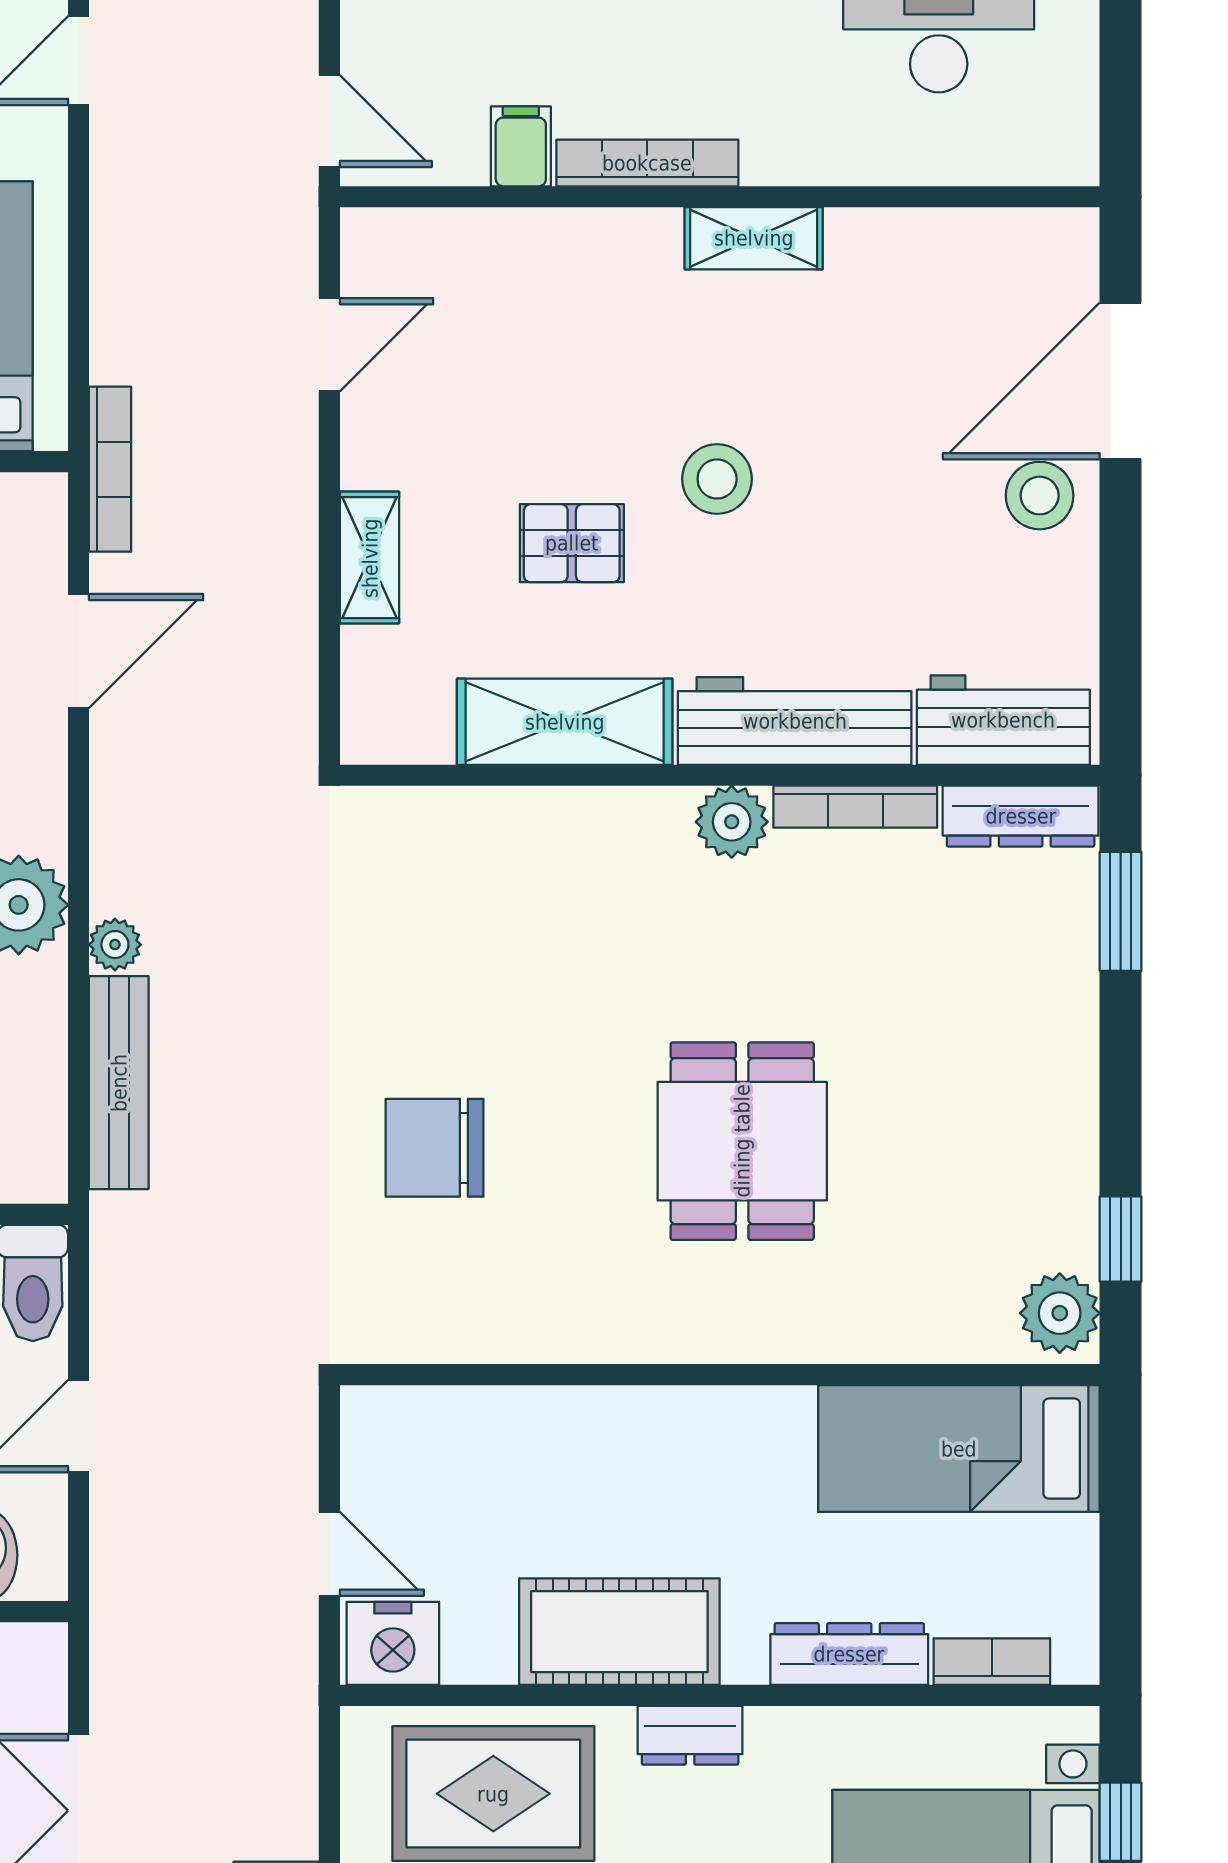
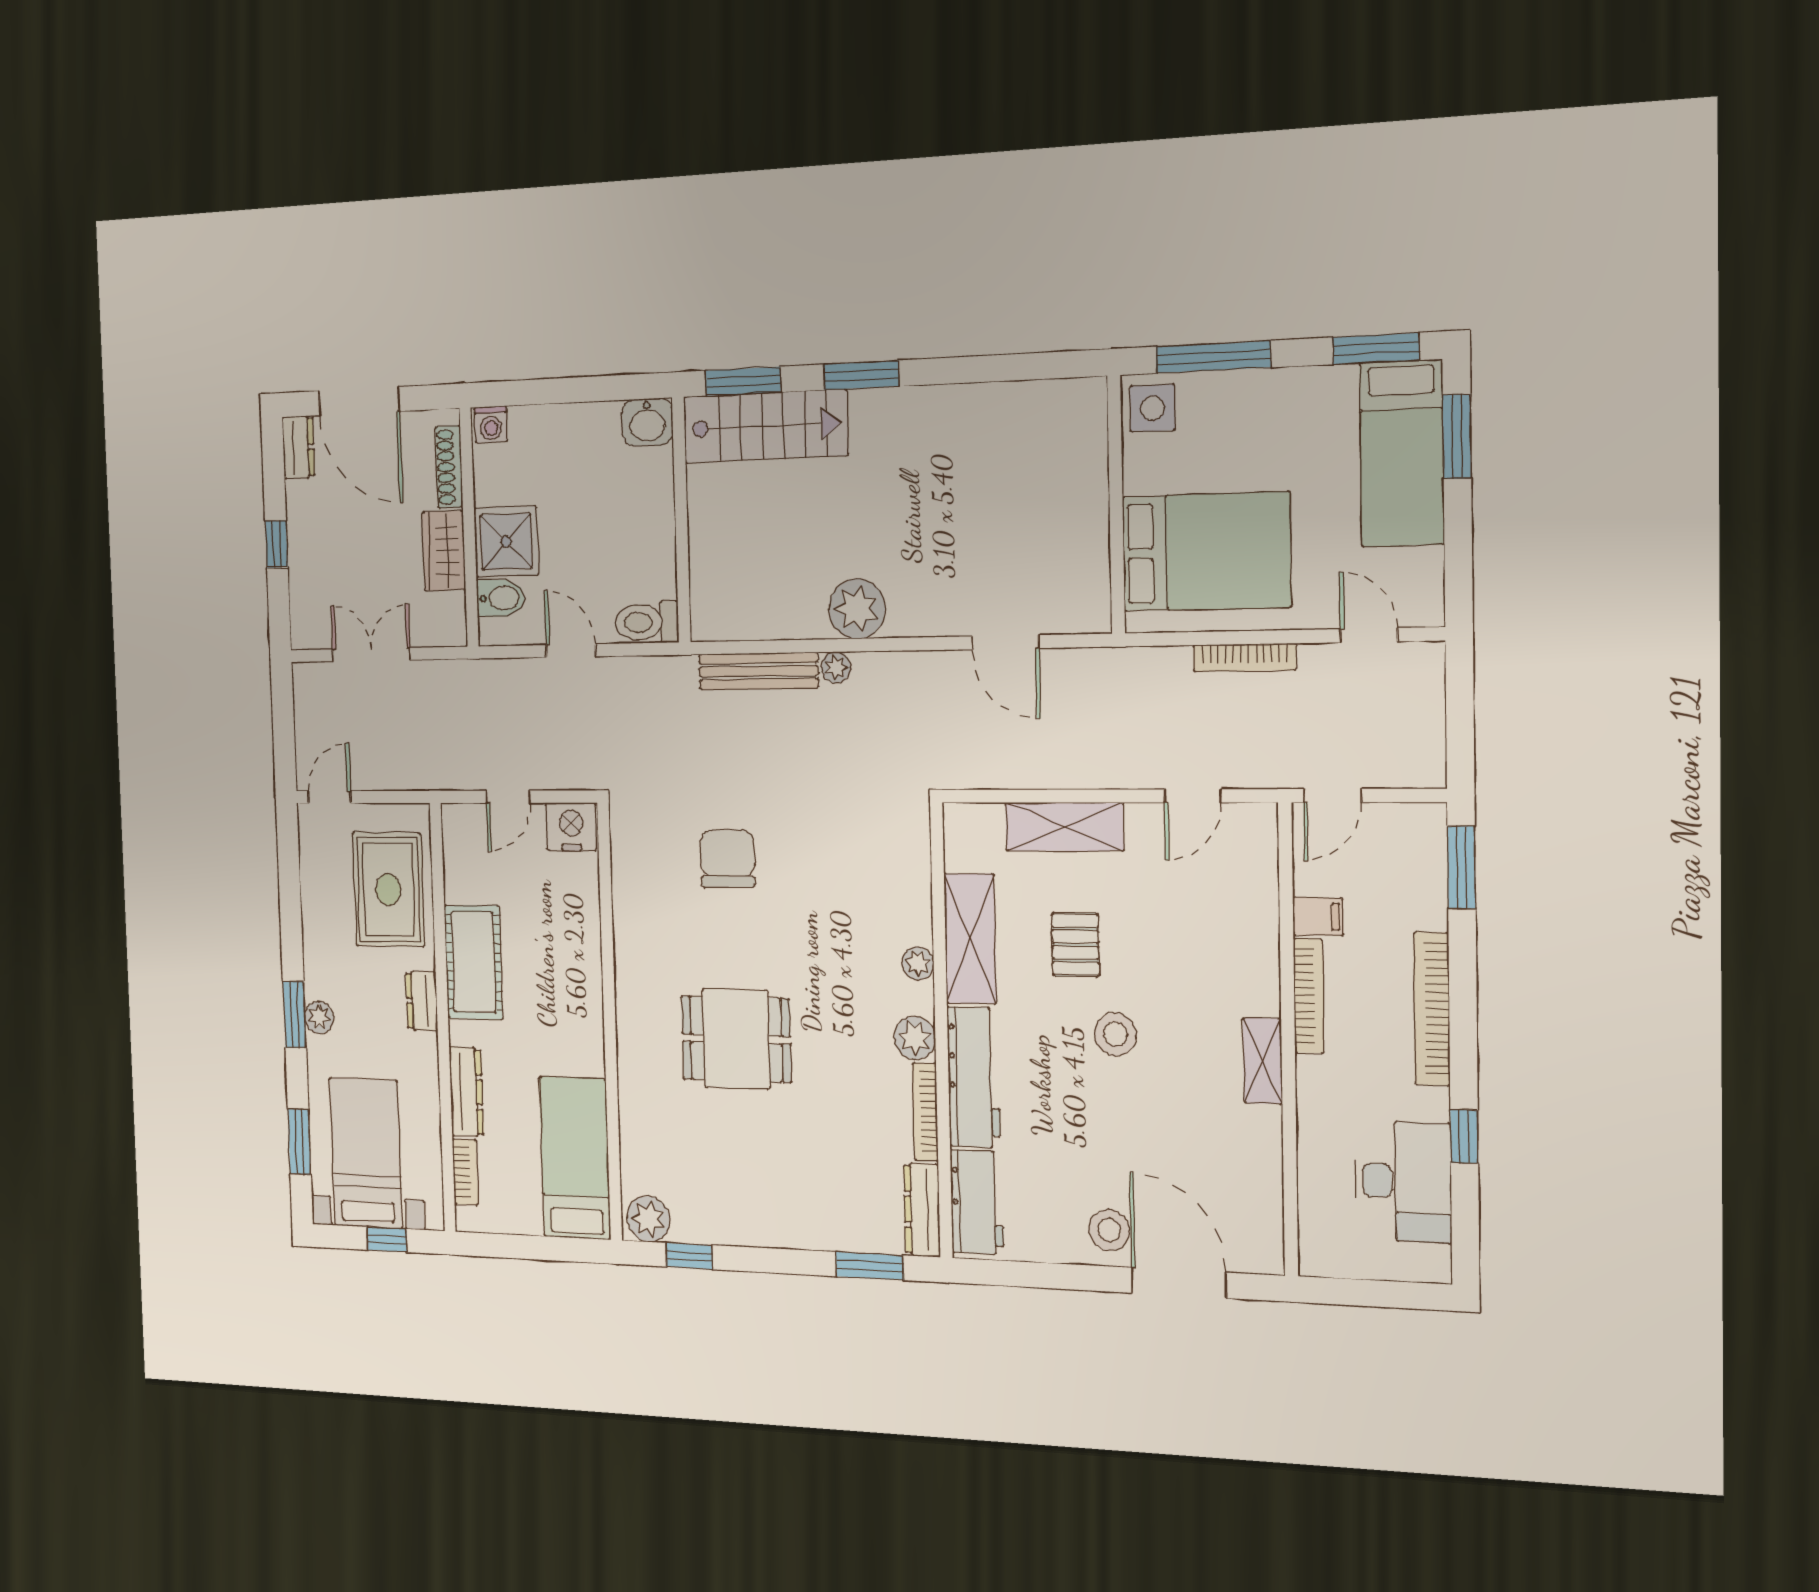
door: (329, 345) -> (1193, 796), hinge flipped
bookcase: (110, 469) -> (1245, 658), moved
shelving: (370, 558) -> (1064, 827), width x1.50, depth x1.33
plant: (607, 813) -> (918, 963), added
nightstand: (393, 1643) -> (571, 827), moved, turned 90

